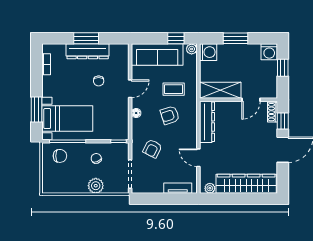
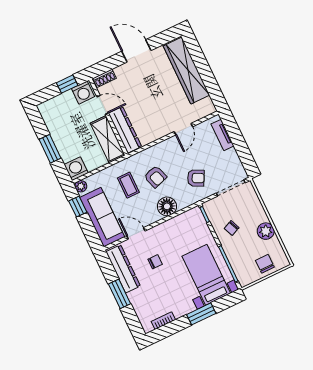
dresser: (88, 51) -> (123, 269), moved
washing machine: (269, 52) -> (83, 93), moved, turned 90
window: (283, 68) -> (67, 84), moved
door: (130, 89) -> (136, 233), moved
window: (36, 110) -> (201, 314), moved
floor lamp: (136, 113) -> (167, 206), width x1.89, depth x1.89
window: (283, 121) -> (108, 64), removed
dresser: (207, 122) -> (125, 130), moved, turned 90
chair: (60, 156) -> (265, 264), moved
plant: (96, 186) -> (266, 231), moved
plant: (210, 188) -> (208, 104), removed

